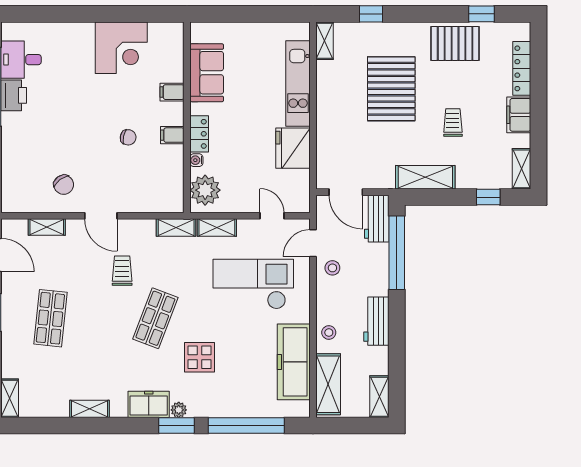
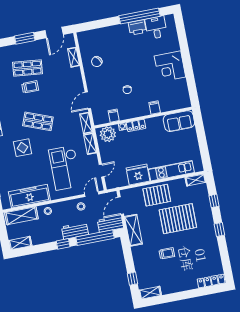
window: (482, 14) -> (219, 229), moved
pallet: (455, 43) -> (157, 195), moved, turned 90
corner desk: (121, 48) -> (170, 66), moved
locker: (522, 68) -> (211, 281), moved
sofa: (207, 73) -> (179, 121), moved
filing cabinet: (519, 115) -> (177, 286), removed
filing cabinet: (172, 135) -> (114, 116), moved
shelving: (425, 177) -> (133, 230), moved
door: (101, 216) -> (88, 100), moved
door: (313, 243) -> (92, 194), hinge flipped
trolley: (122, 271) -> (30, 87), moved
checkout: (253, 284) -> (65, 168), turned 180
window: (397, 316) -> (63, 244), added
workbench: (376, 321) -> (75, 231), moved

